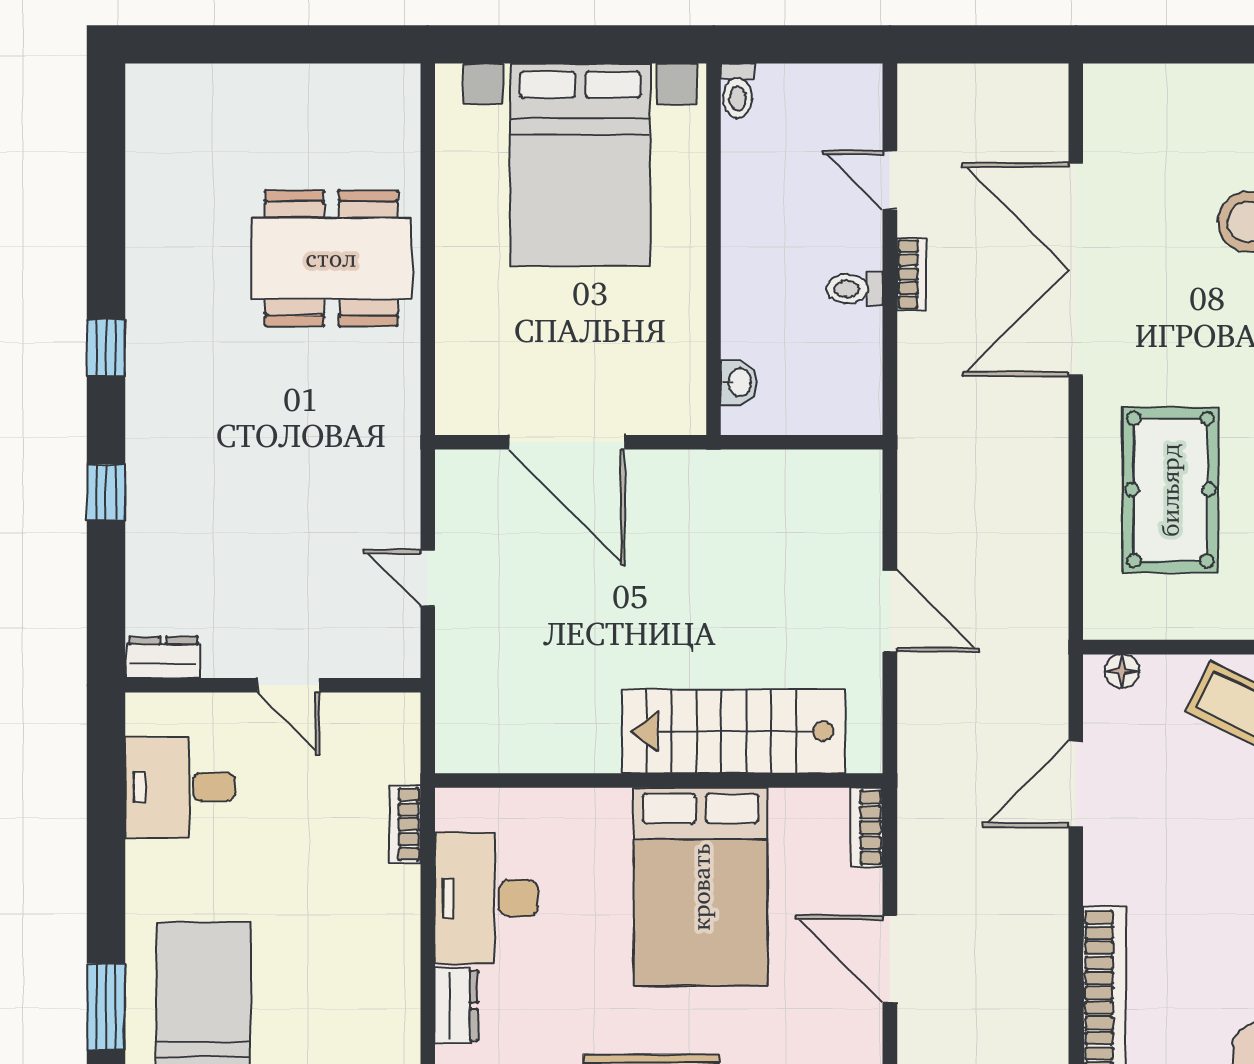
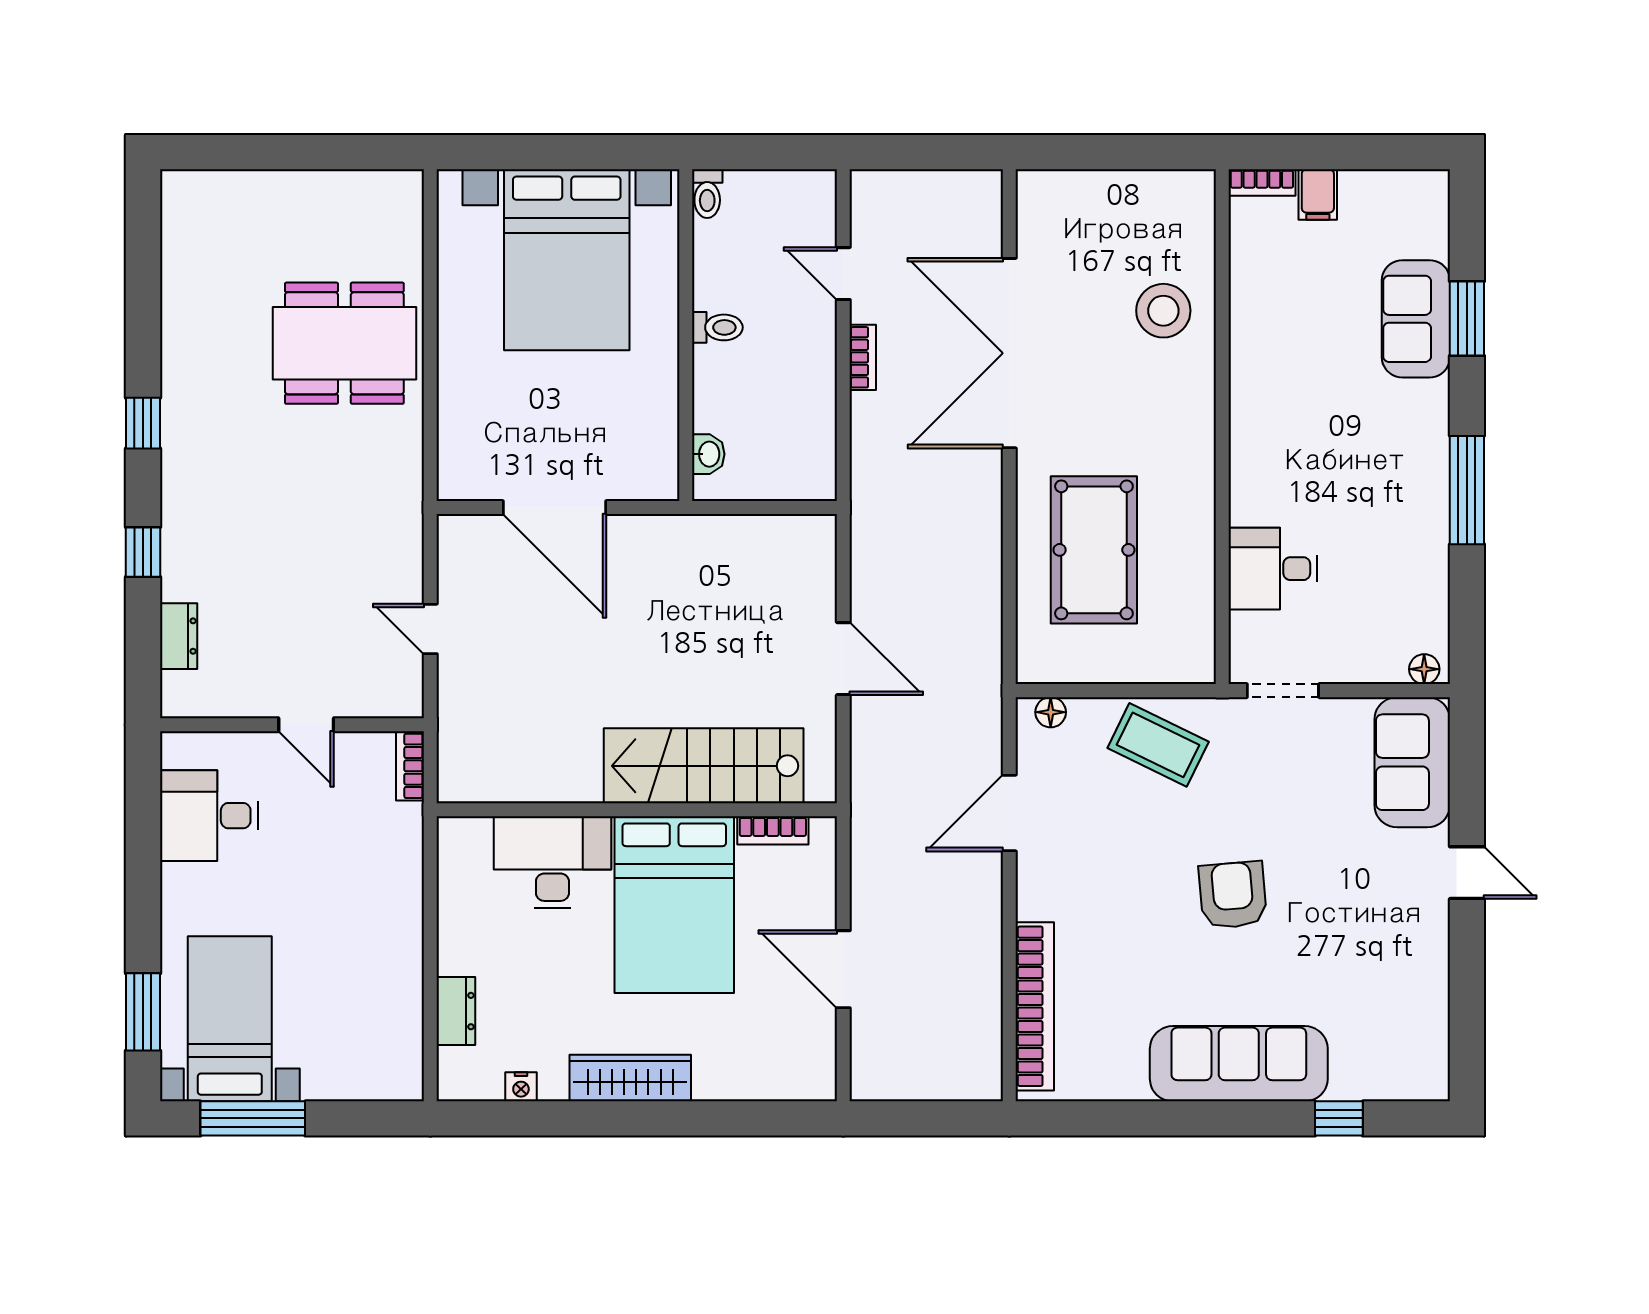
toilet: (855, 289) -> (717, 327), moved, turned 180
dresser: (163, 657) -> (179, 636), moved, turned 90
bookcase: (405, 824) -> (410, 766), moved
bookcase: (867, 827) -> (773, 830), moved, turned -90
desk: (486, 898) -> (552, 862), moved, turned 90

